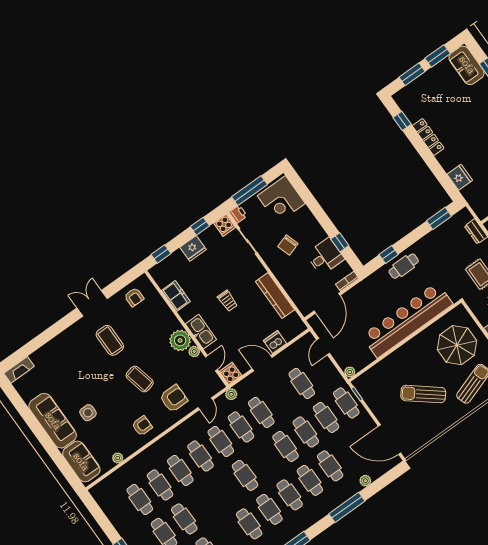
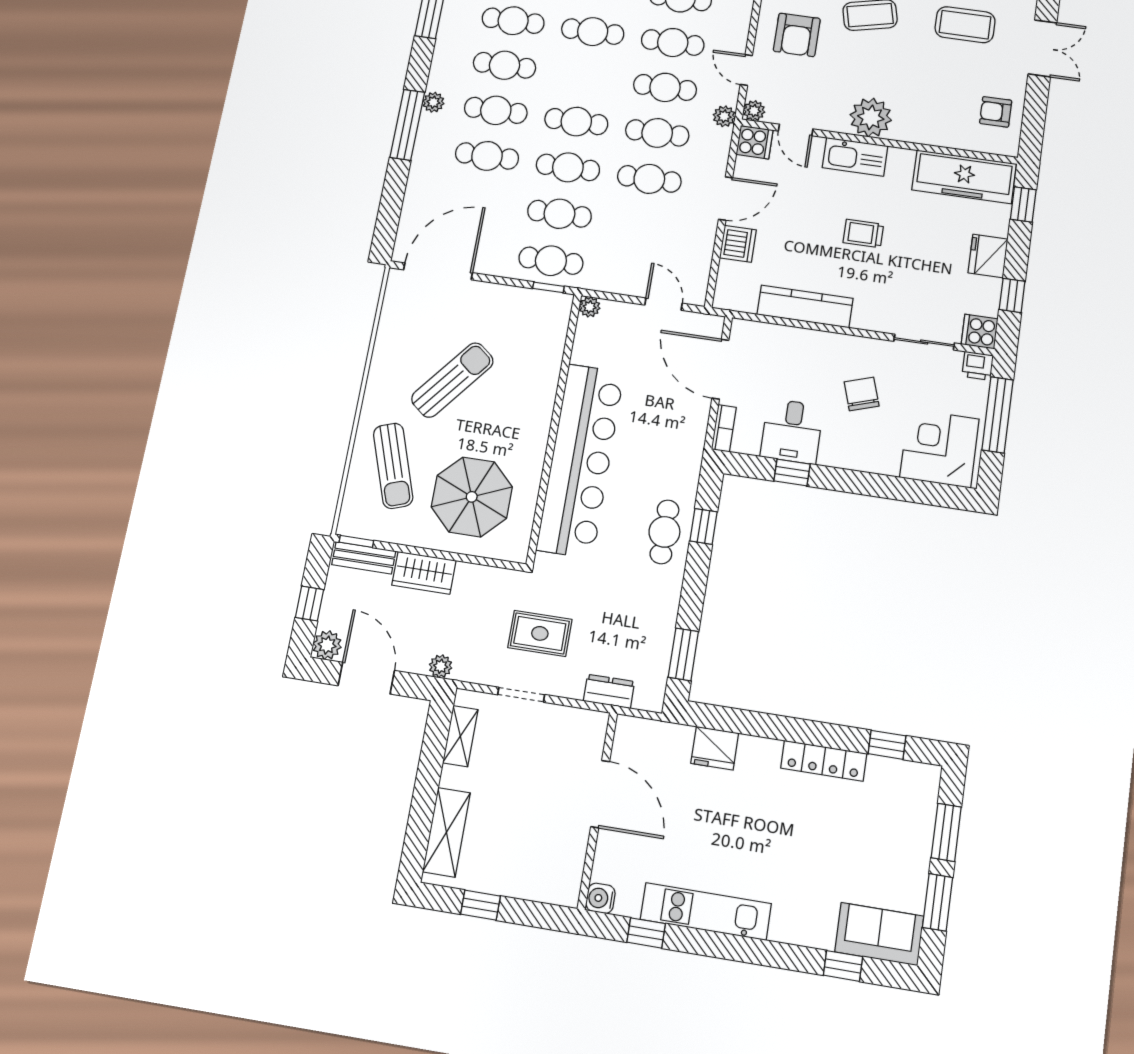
freezer: (176, 296) -> (964, 177), width x1.91, depth x1.26
plant: (194, 351) -> (754, 111), moved
cafe table: (302, 383) -> (649, 179), moved
plant: (365, 481) -> (433, 102), moved

